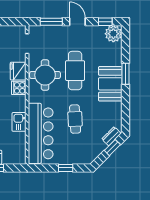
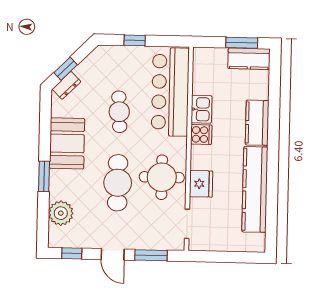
plant: (113, 34) -> (61, 213), moved
booth: (110, 84) -> (67, 143), moved
cooker: (19, 88) -> (201, 135), moved

